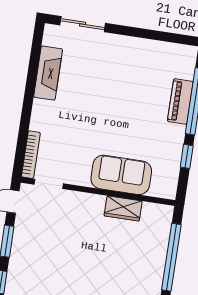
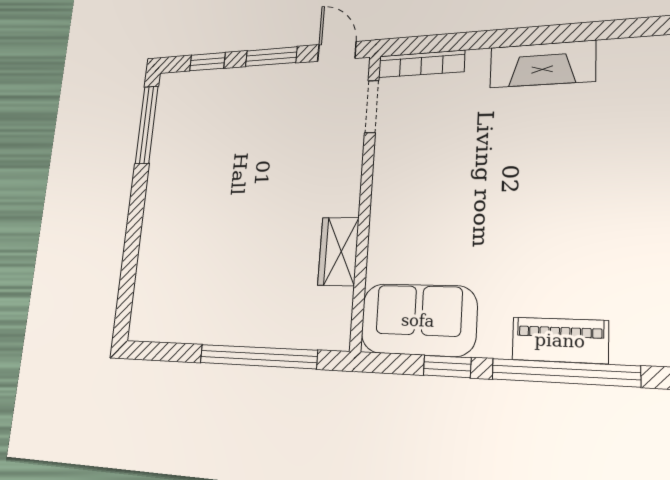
fireplace: (48, 73) -> (542, 64), moved
sofa: (121, 175) -> (418, 320), moved, turned -90

